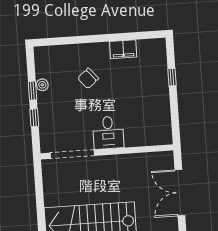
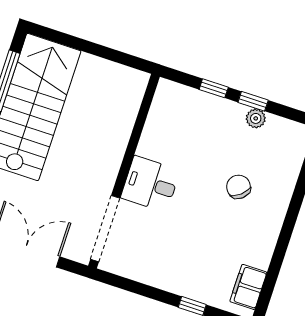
filing cabinet: (123, 49) -> (248, 287), moved
doorway: (72, 154) -> (105, 229), moved

